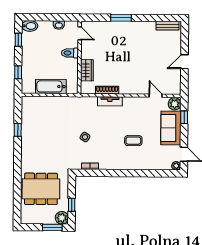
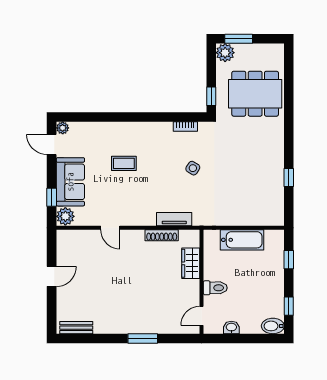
door: (80, 33) -> (202, 316), hinge flipped
door: (156, 96) -> (110, 228), moved
tv unit: (110, 101) -> (174, 219), moved
window: (72, 205) -> (211, 96), moved

